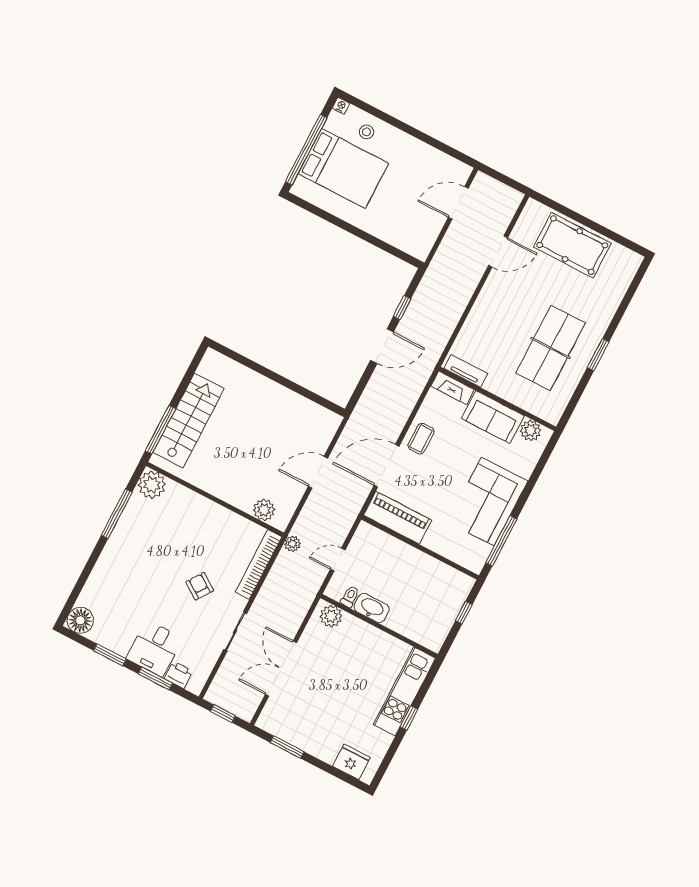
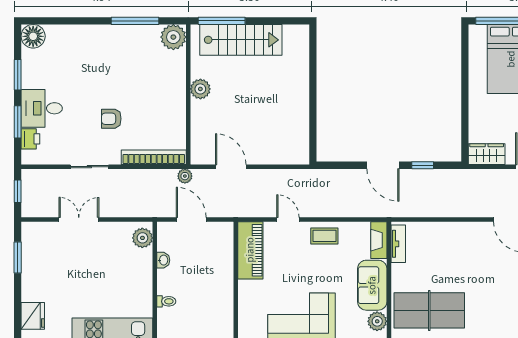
wardrobe: (423, 240) -> (487, 154), added
table tennis table: (551, 348) -> (429, 310), moved
door: (387, 466) -> (288, 219), width x0.53
door: (318, 472) -> (231, 167), moved
plant: (264, 510) -> (200, 89), moved
door: (338, 560) -> (191, 219), width x1.37
armchair: (200, 586) -> (111, 119), turned -125
toilet: (350, 597) -> (166, 301), moved
washbasin: (372, 608) -> (163, 260), width x0.52, depth x0.69
double door: (281, 668) -> (79, 219), width x0.73

